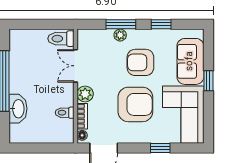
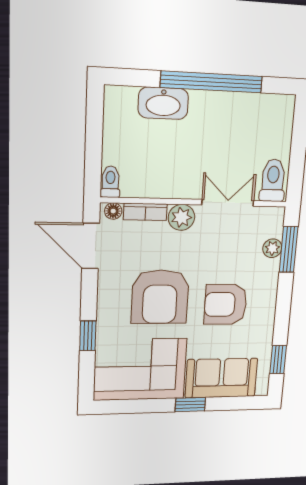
window: (121, 24) -> (289, 249), moved
window: (161, 24) -> (278, 360), moved
plant: (120, 35) -> (272, 248), moved
armchair: (140, 62) -> (226, 304), turned -90
toilet: (65, 113) -> (110, 182), moved

